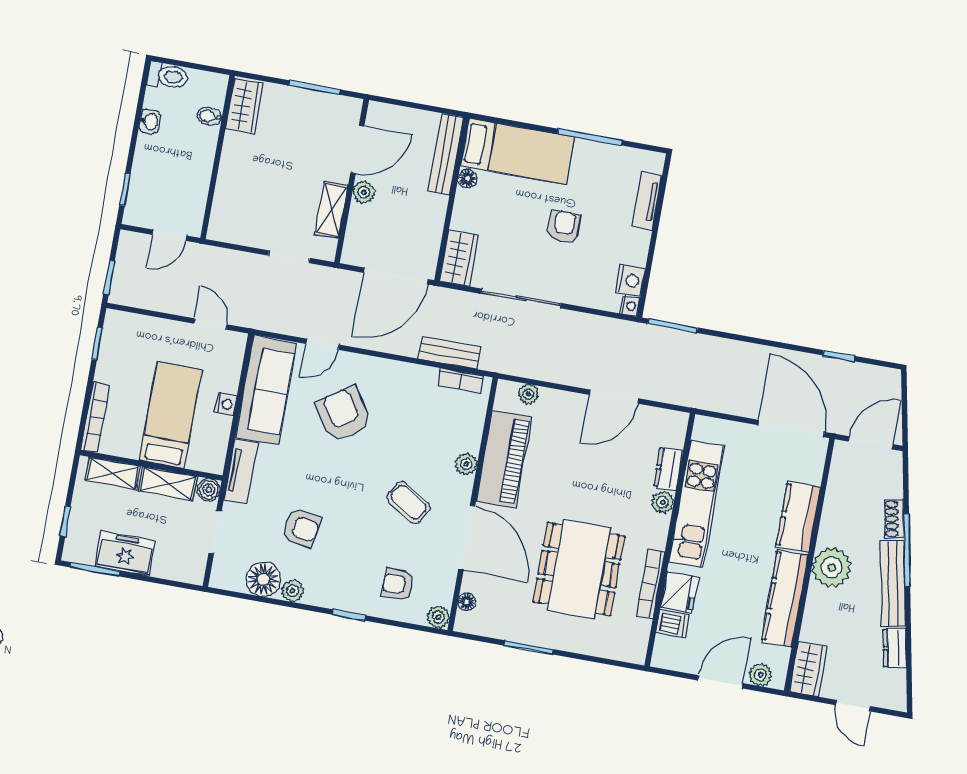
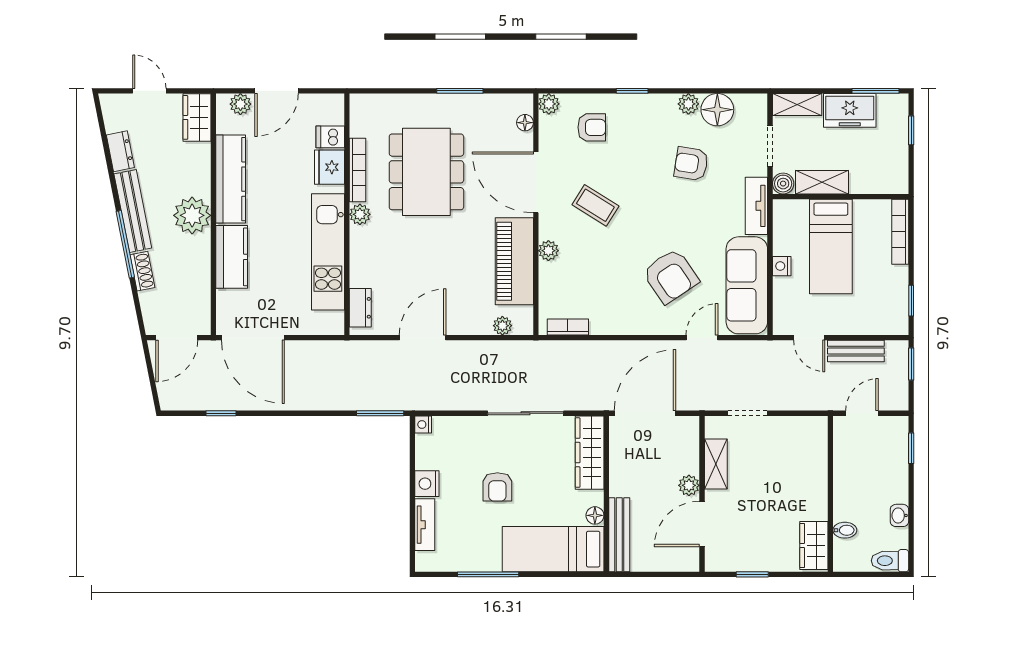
window: (314, 88) -> (752, 574), width x0.67
wardrobe: (459, 258) -> (590, 453), width x1.50
nightstand: (630, 280) -> (427, 484), moved
bench: (449, 353) -> (856, 351), moved
dresser: (668, 469) -> (360, 308), moved
shelving: (113, 473) -> (797, 104), moved
plant: (663, 502) -> (360, 214), moved

